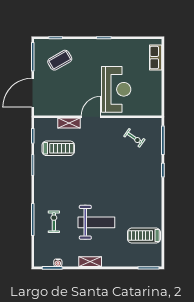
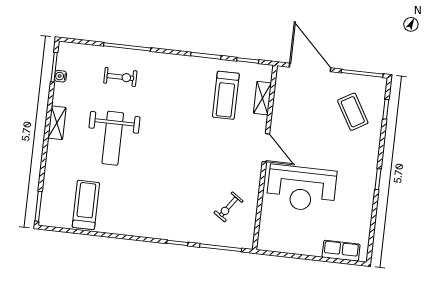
shelving: (69, 123) -> (262, 98), moved

